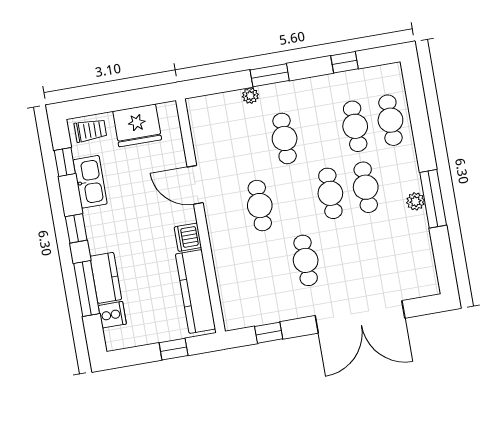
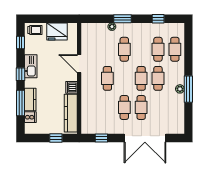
kitchen sink: (90, 182) -> (31, 66), moved
cafe table: (341, 254) -> (141, 107), added

